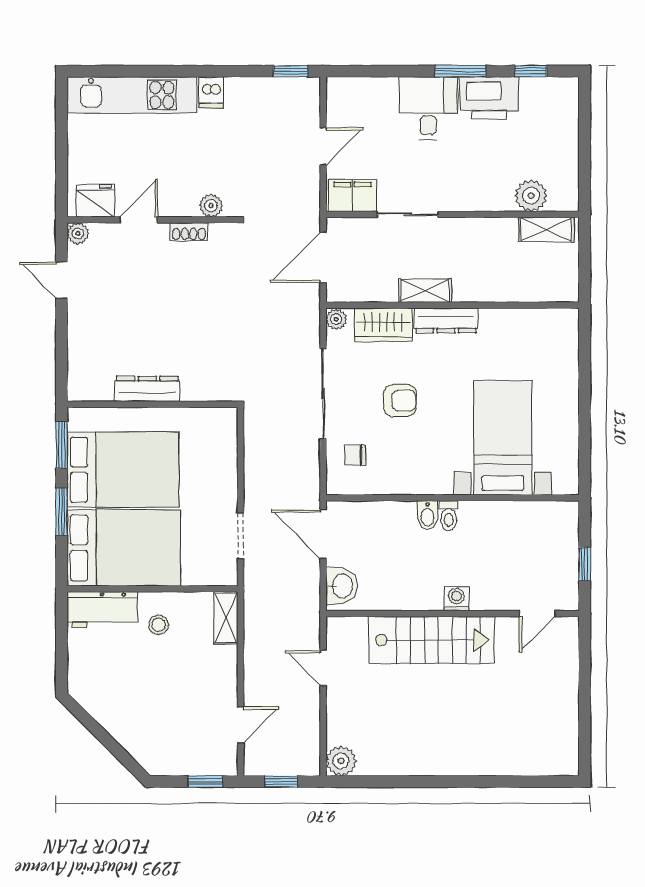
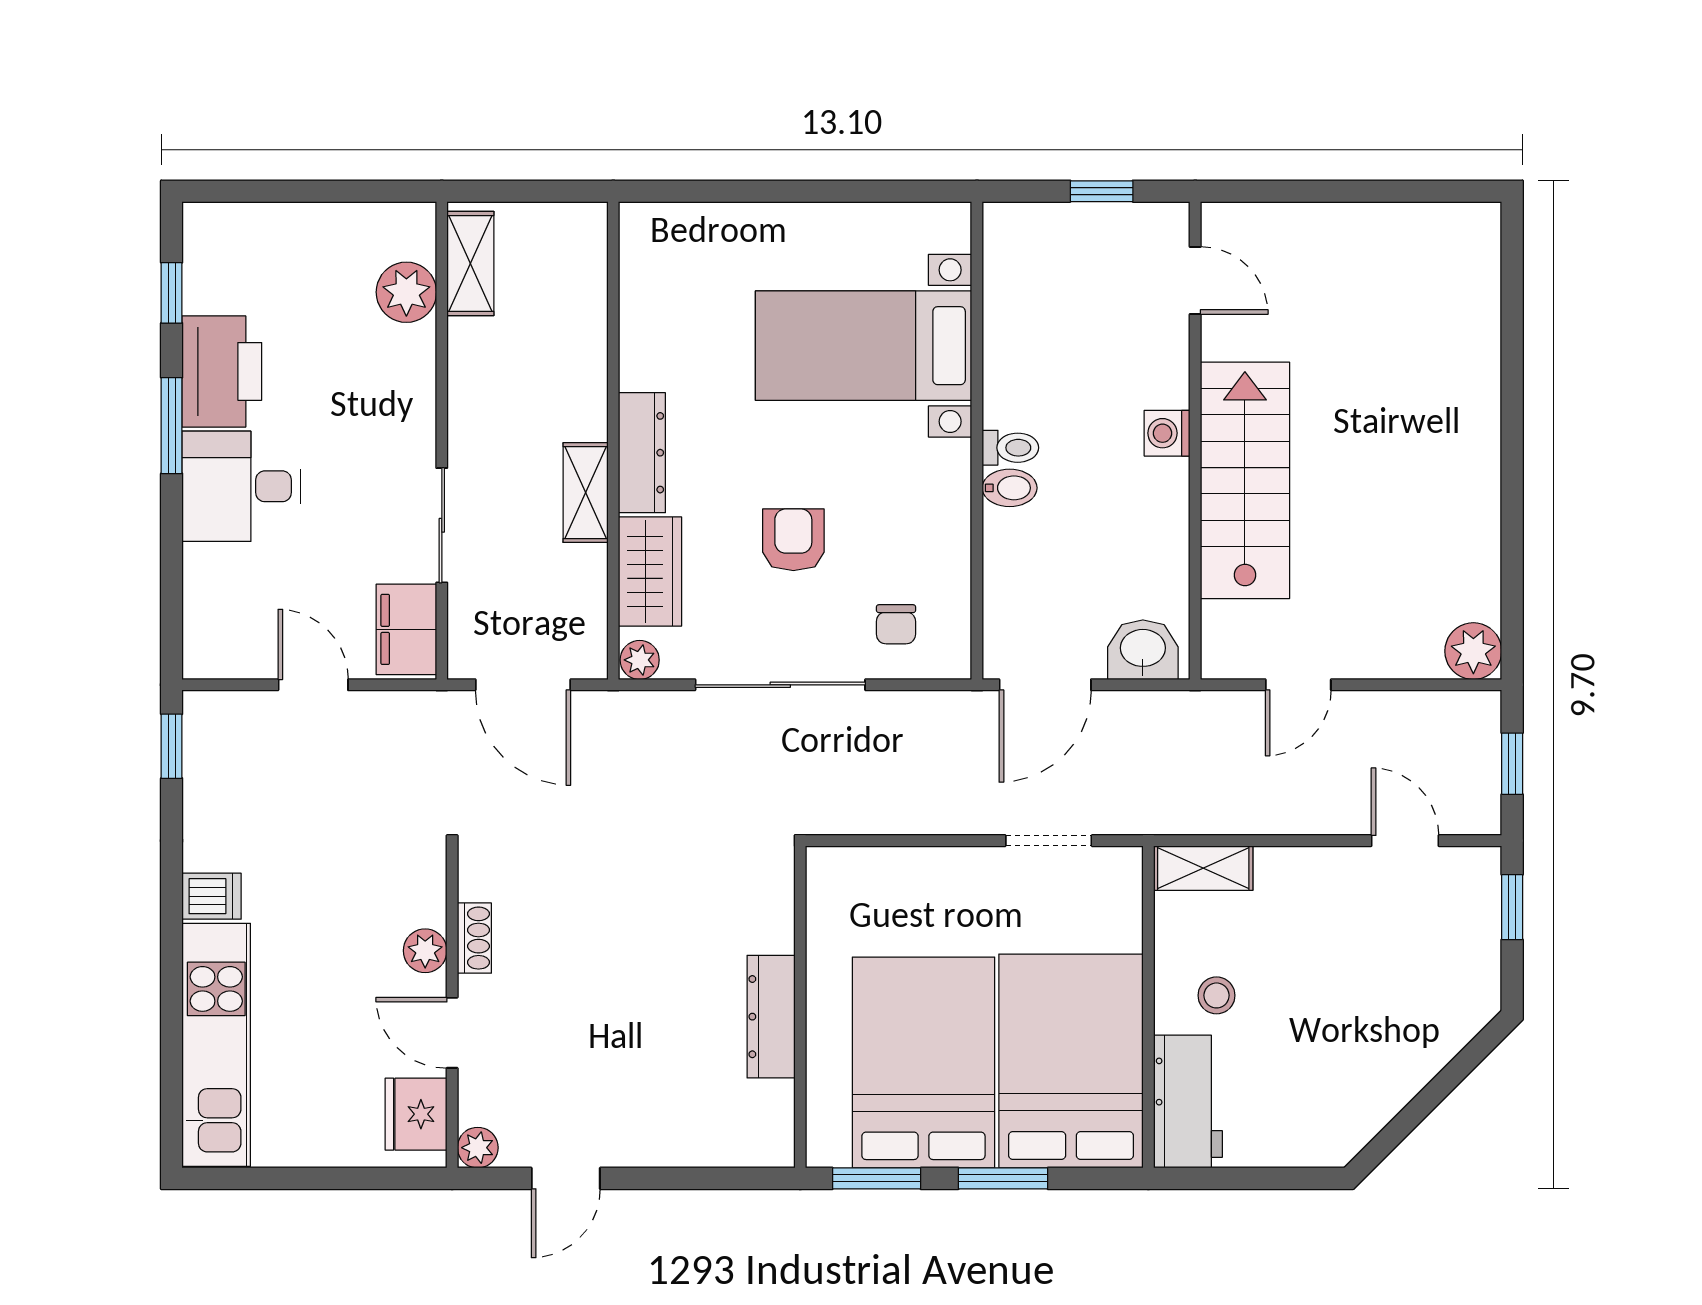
plant: (211, 206) -> (425, 951), moved

